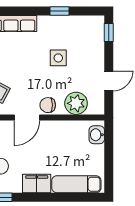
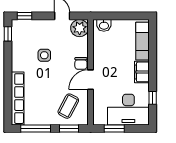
window: (59, 11) -> (8, 34), moved
plant: (76, 103) -> (80, 28), moved
door: (27, 117) -> (91, 80), swing flipped

